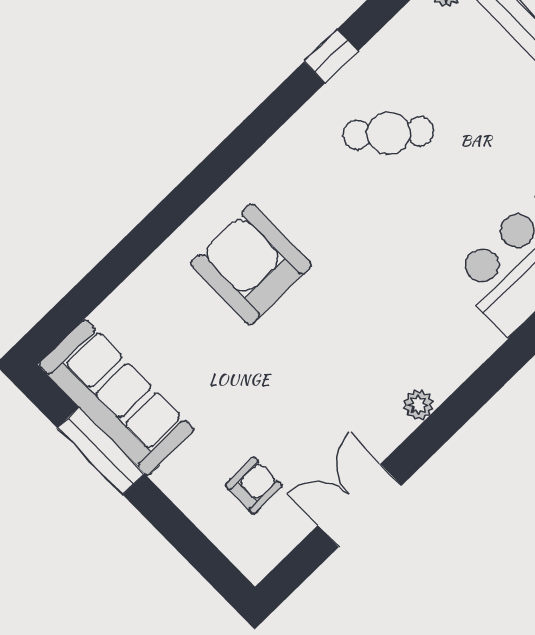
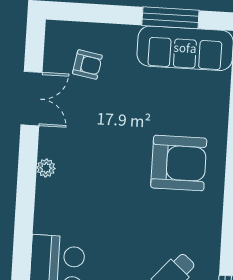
armchair: (254, 485) -> (87, 64), turned -80

